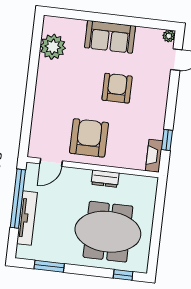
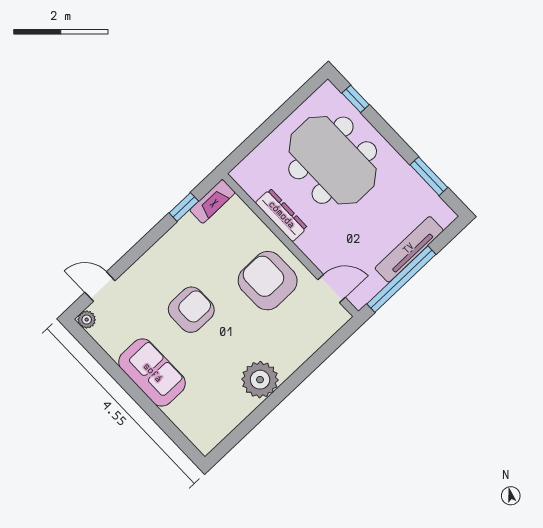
plant: (53, 47) -> (260, 380), moved
armchair: (117, 88) -> (191, 310), turned 180
armchair: (89, 138) -> (268, 281), turned 90
dresser: (105, 179) -> (281, 215), width x1.44

